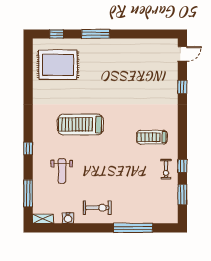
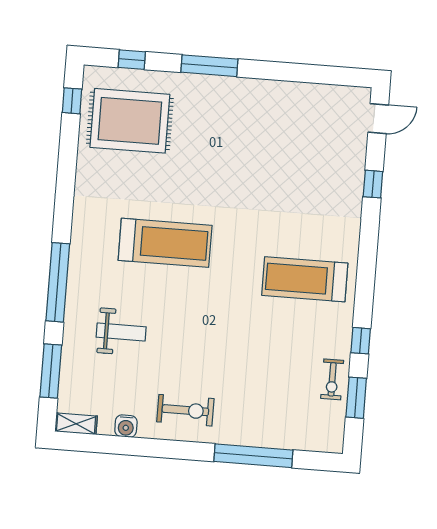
window: (28, 57) -> (72, 101), added
treadmill: (80, 125) -> (165, 243), turned 180
treadmill: (152, 137) -> (305, 279), width x1.37, depth x1.38
window: (28, 149) -> (58, 282), width x3.17
exercise bike: (166, 169) -> (332, 379), moved
weight bench: (62, 171) -> (121, 332), turned -90

